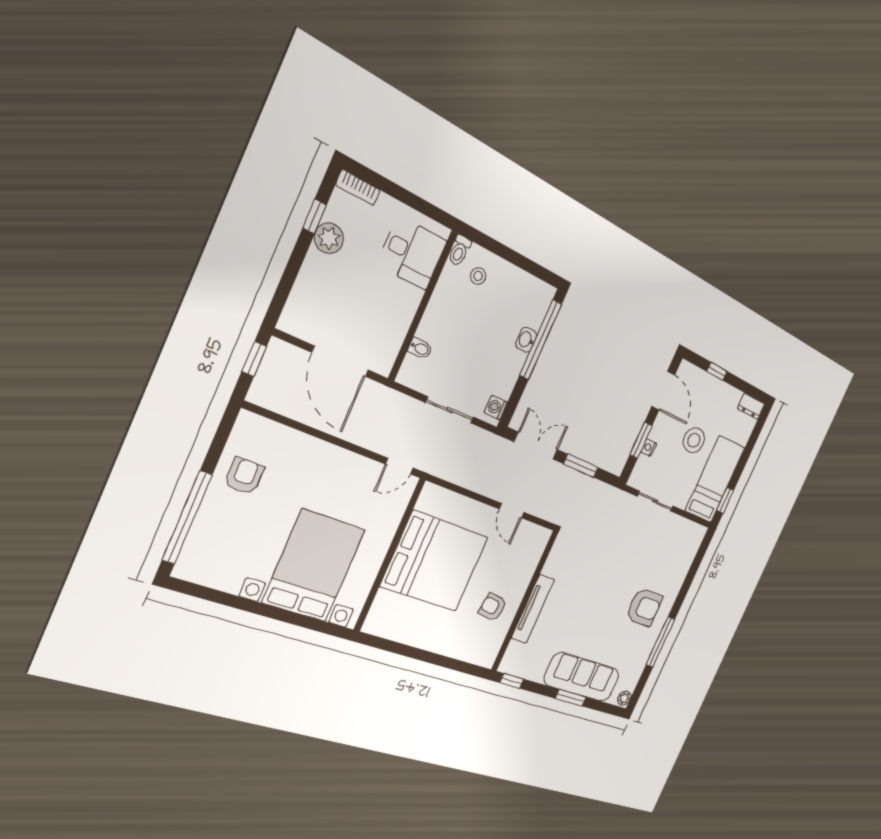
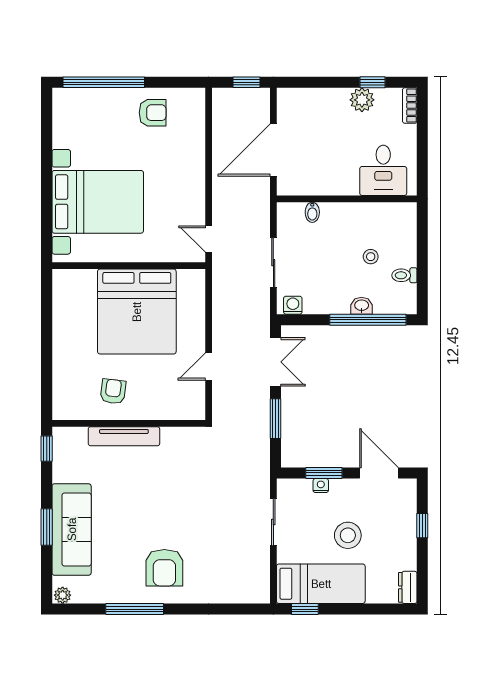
toilet: (460, 251) -> (404, 275), moved
stool: (478, 276) -> (371, 257), moved
door: (663, 391) -> (379, 473), swing flipped

